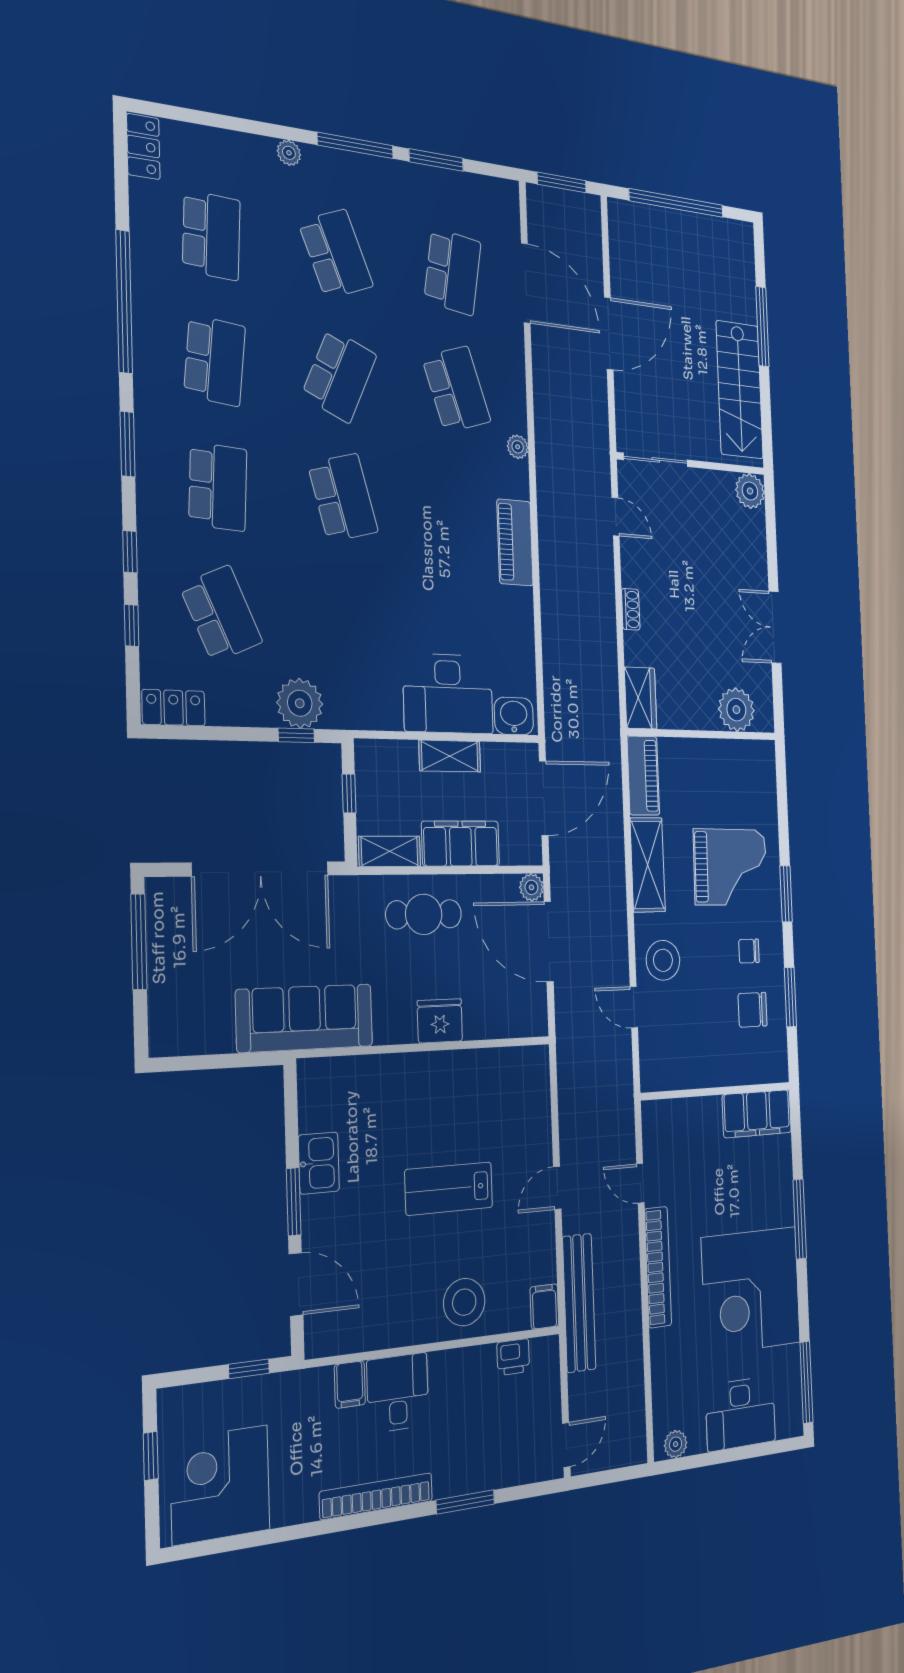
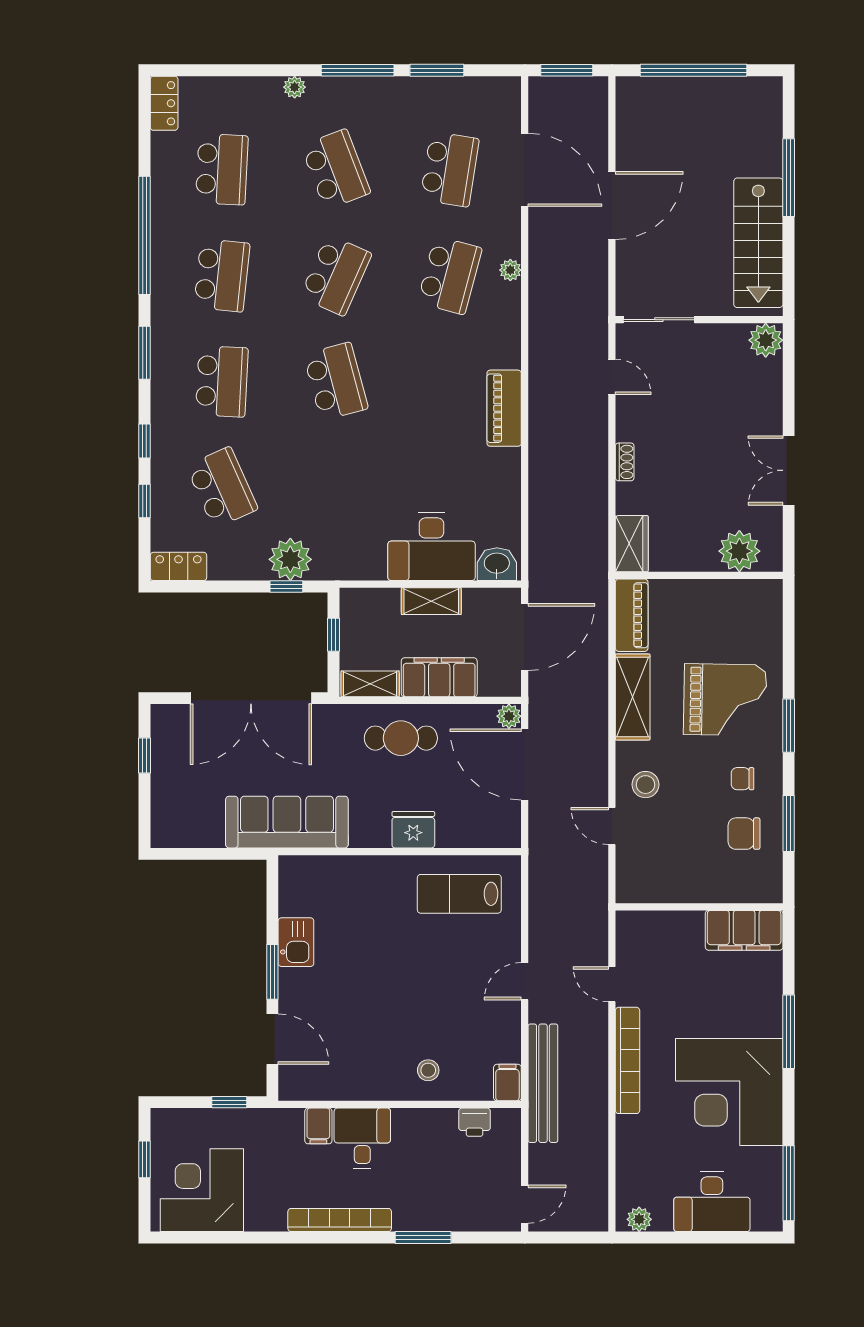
school desk: (456, 389) -> (450, 275), turned 33
plant: (518, 447) -> (510, 270), moved
window: (139, 942) -> (145, 755), width x0.46
stool: (663, 960) -> (645, 785), width x0.73, depth x0.73
lab bench: (449, 1189) -> (459, 894), moved
stool: (464, 1302) -> (428, 1070), width x0.53, depth x0.53

